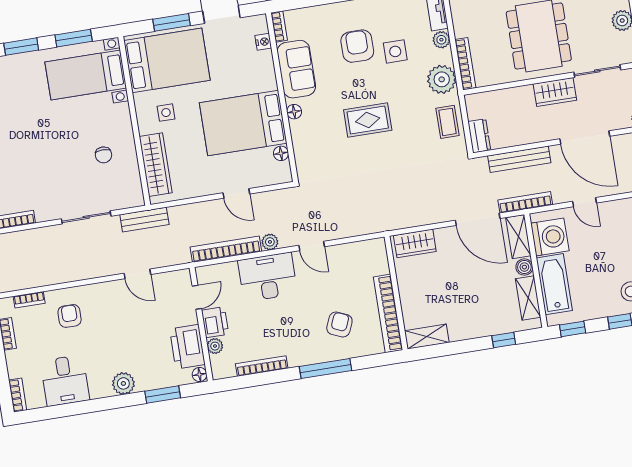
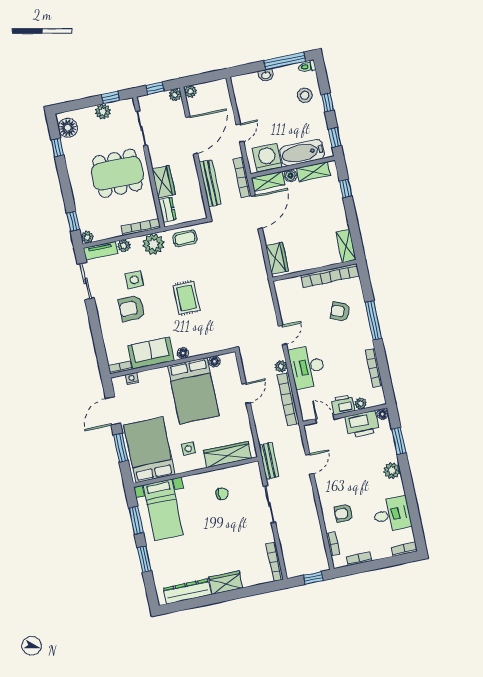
wardrobe: (555, 92) -> (163, 182), moved
dresser: (479, 136) -> (167, 210), moved, turned 90

